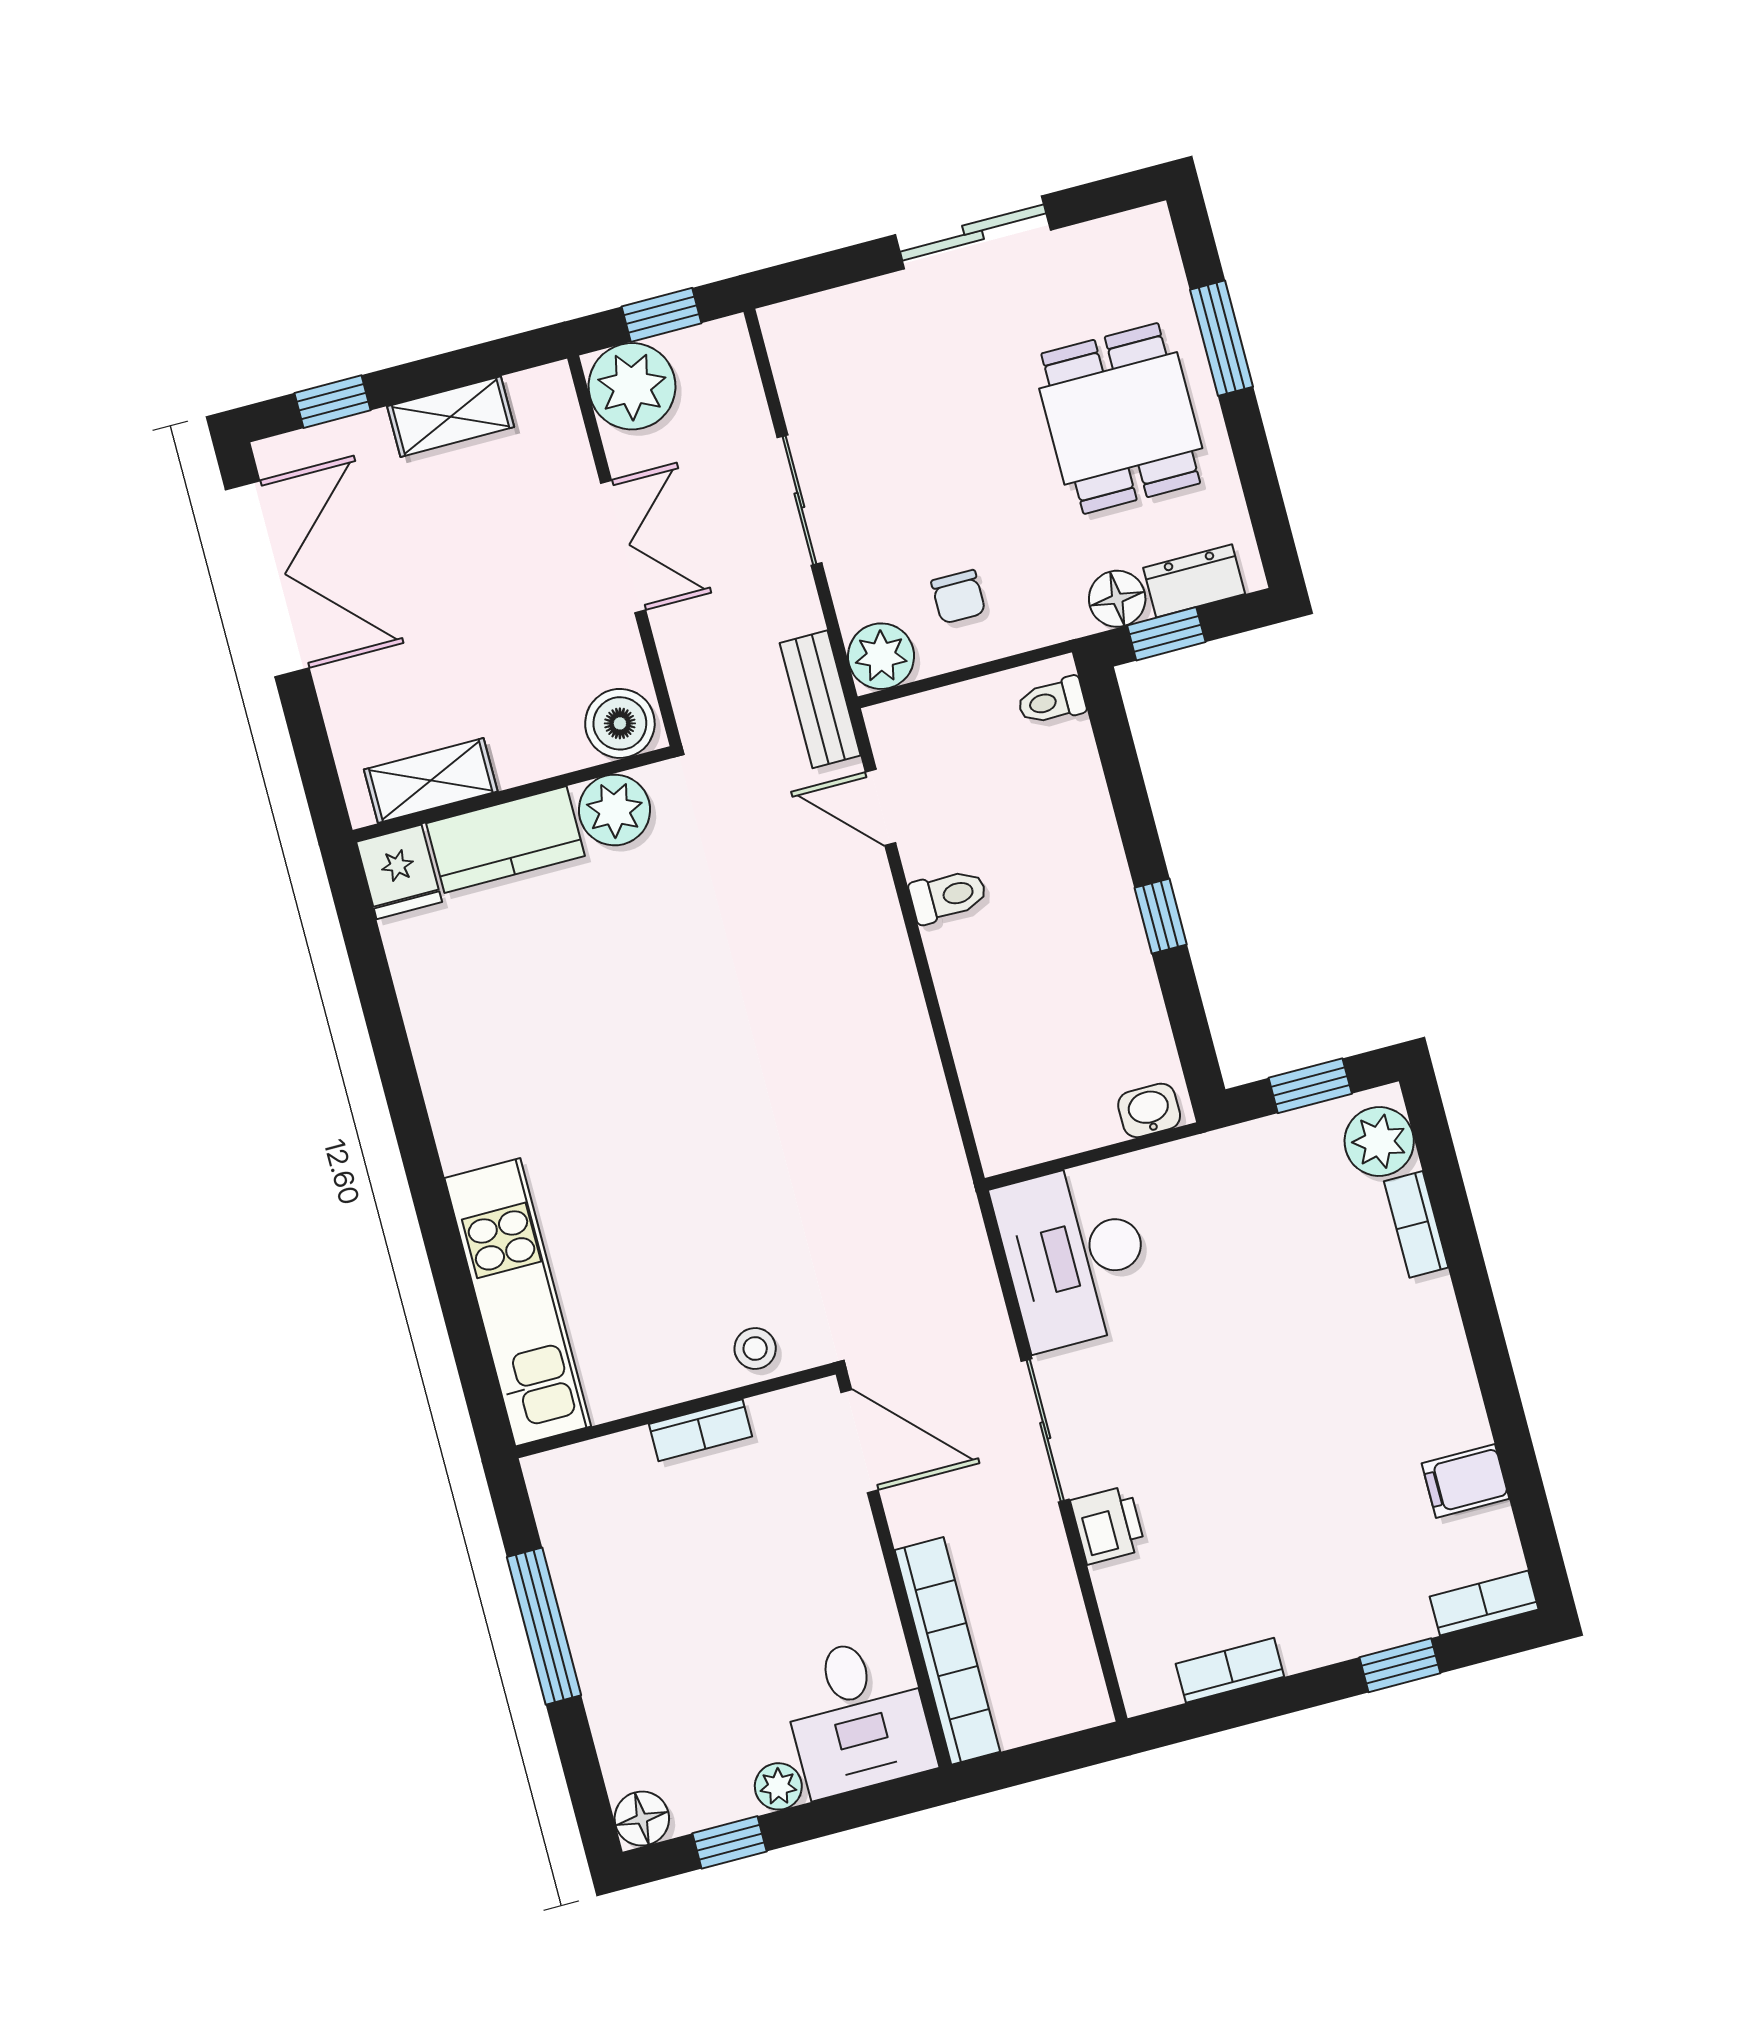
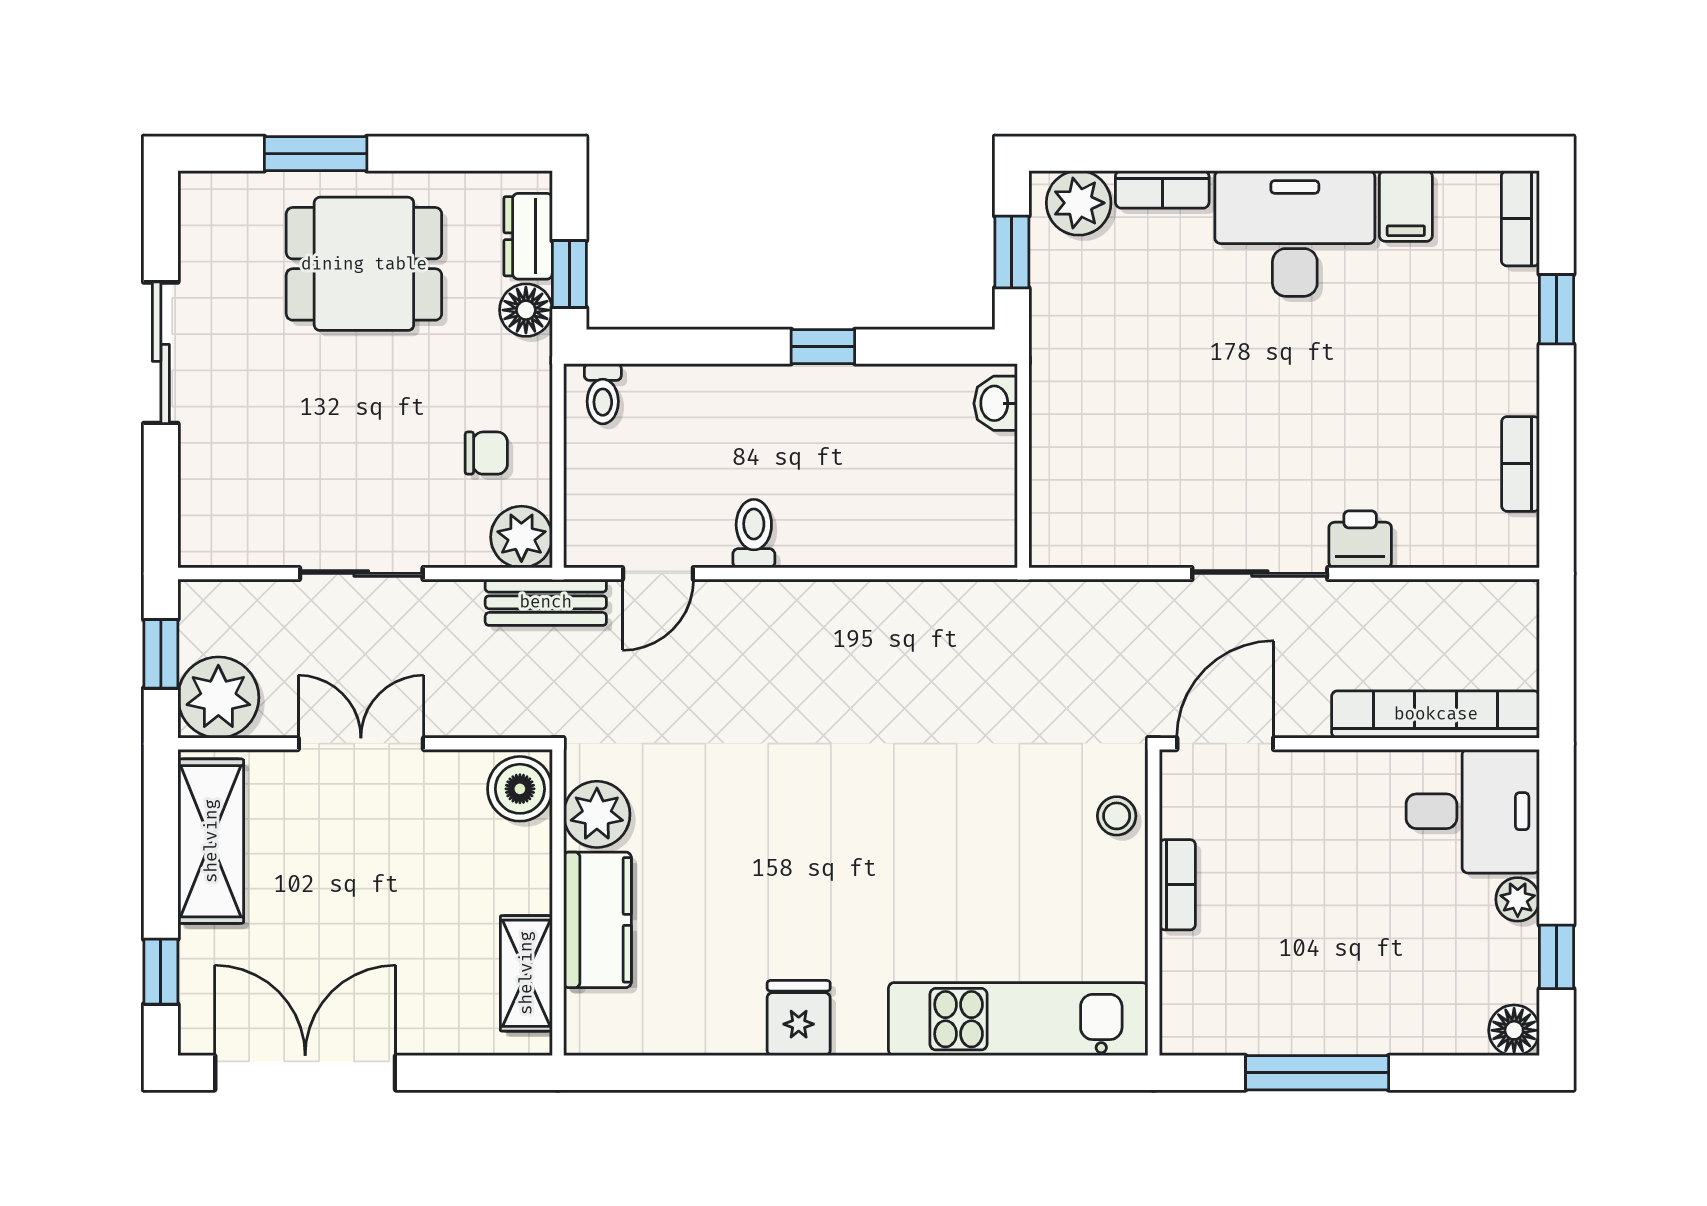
shelving: (451, 417) -> (211, 841), width x1.50, depth x1.33
fridge: (399, 872) -> (799, 1018), moved, turned -90
desk: (1075, 1255) -> (1295, 233), moved, turned 180

